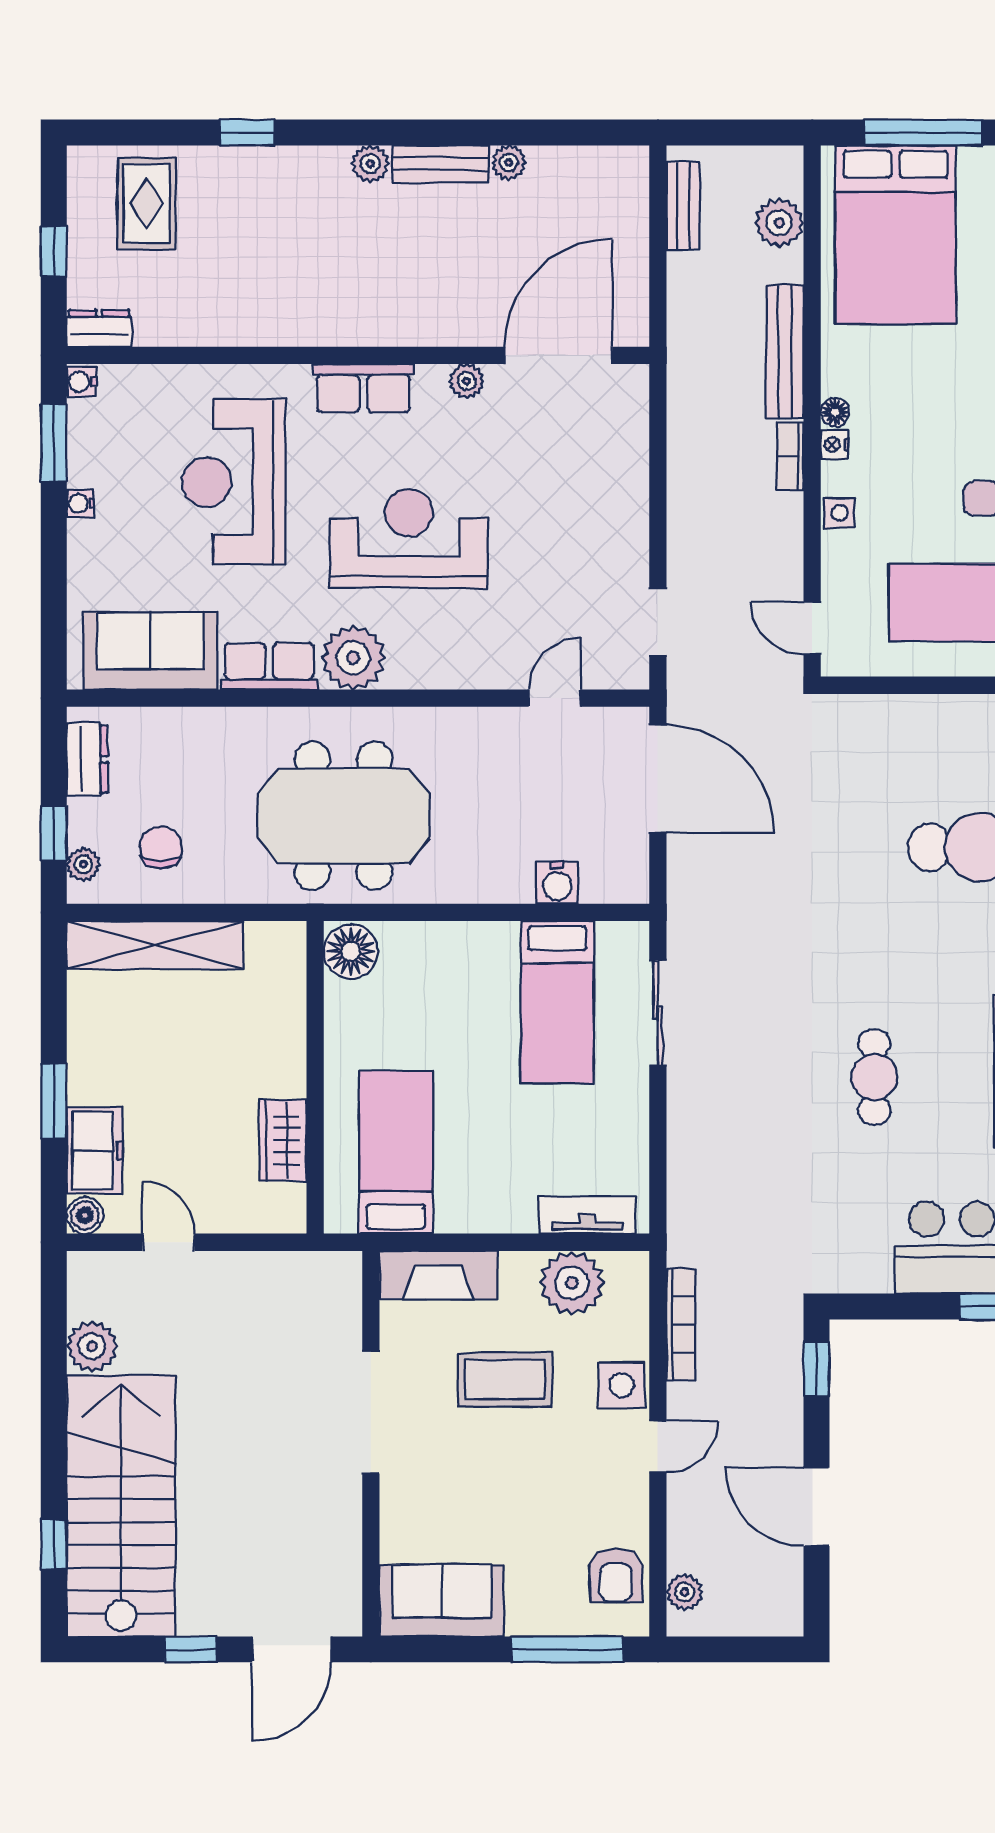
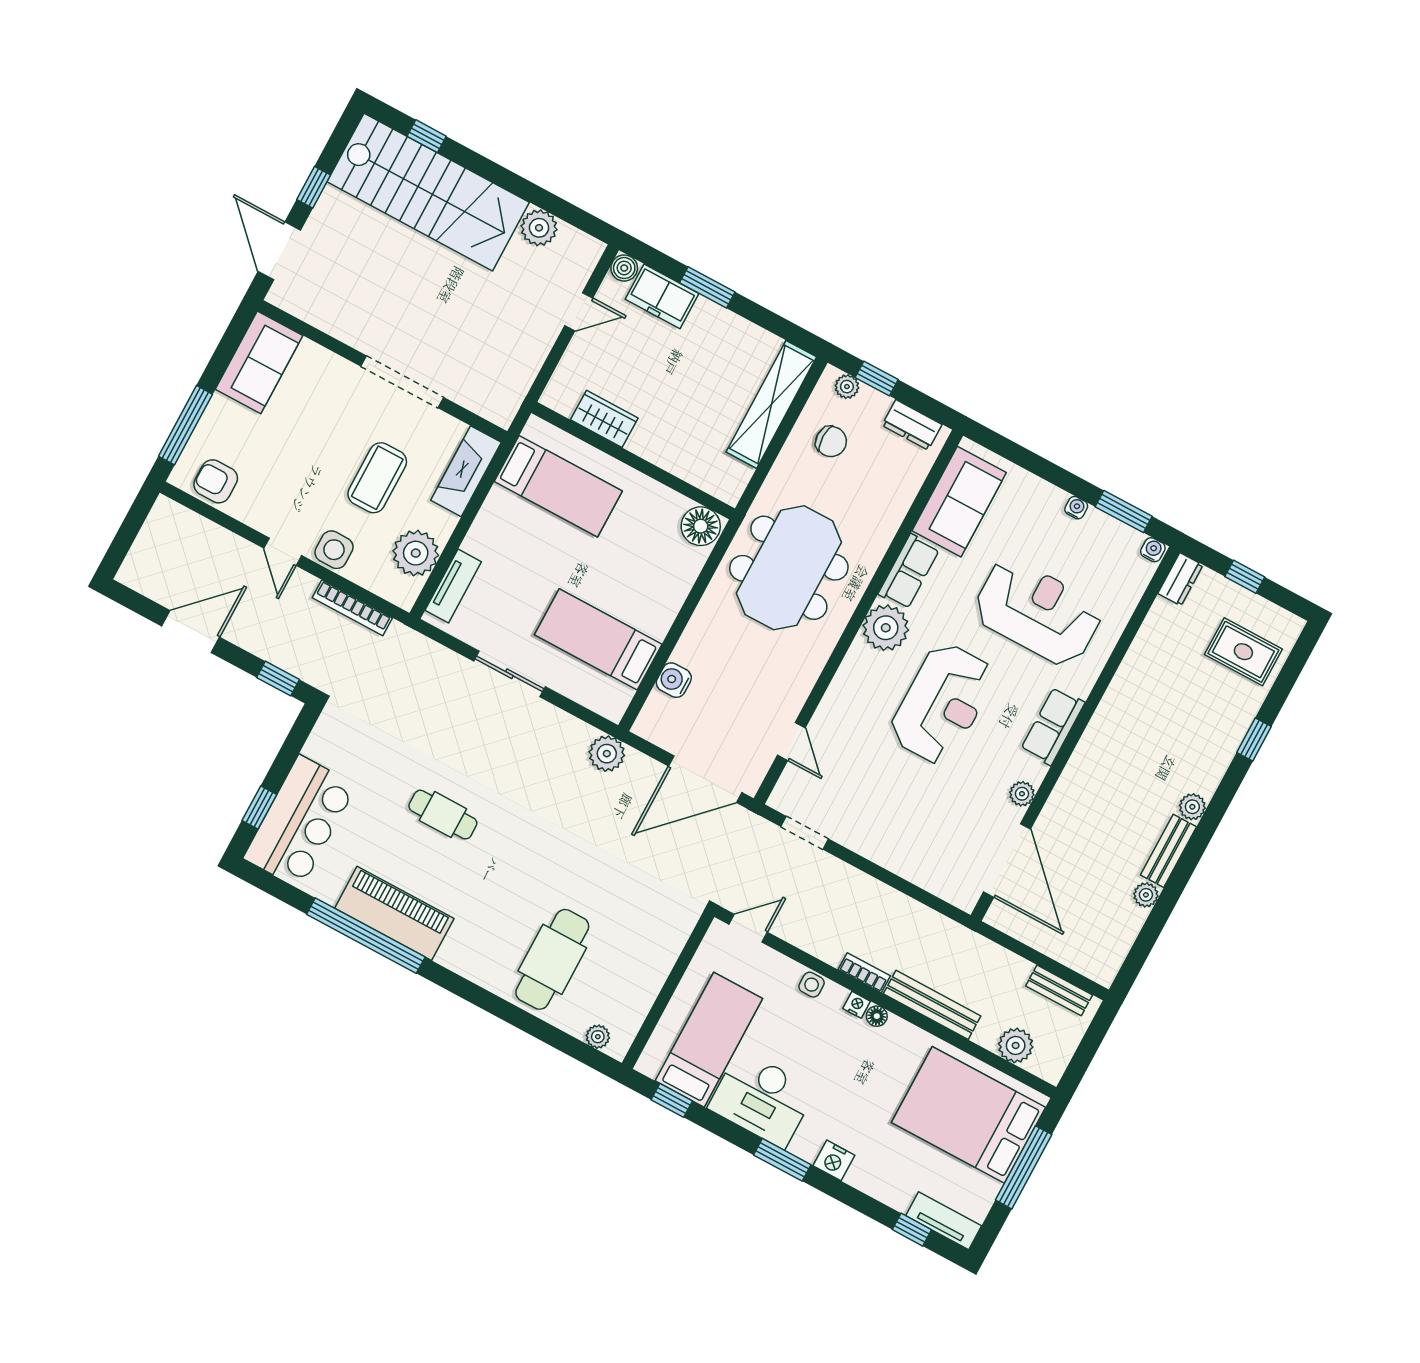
sliding door: (658, 1013) -> (509, 674), moved
plant: (685, 1592) -> (607, 754), moved, width x1.38, depth x1.38

